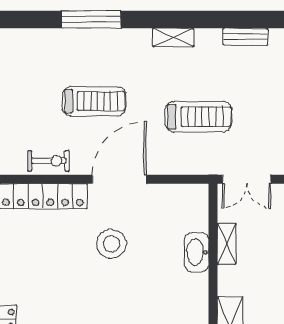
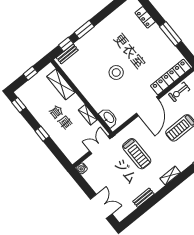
treadmill: (198, 117) -> (137, 154), turned -90
stool: (111, 244) -> (116, 73), moved
washbasin: (197, 252) -> (109, 118), moved

